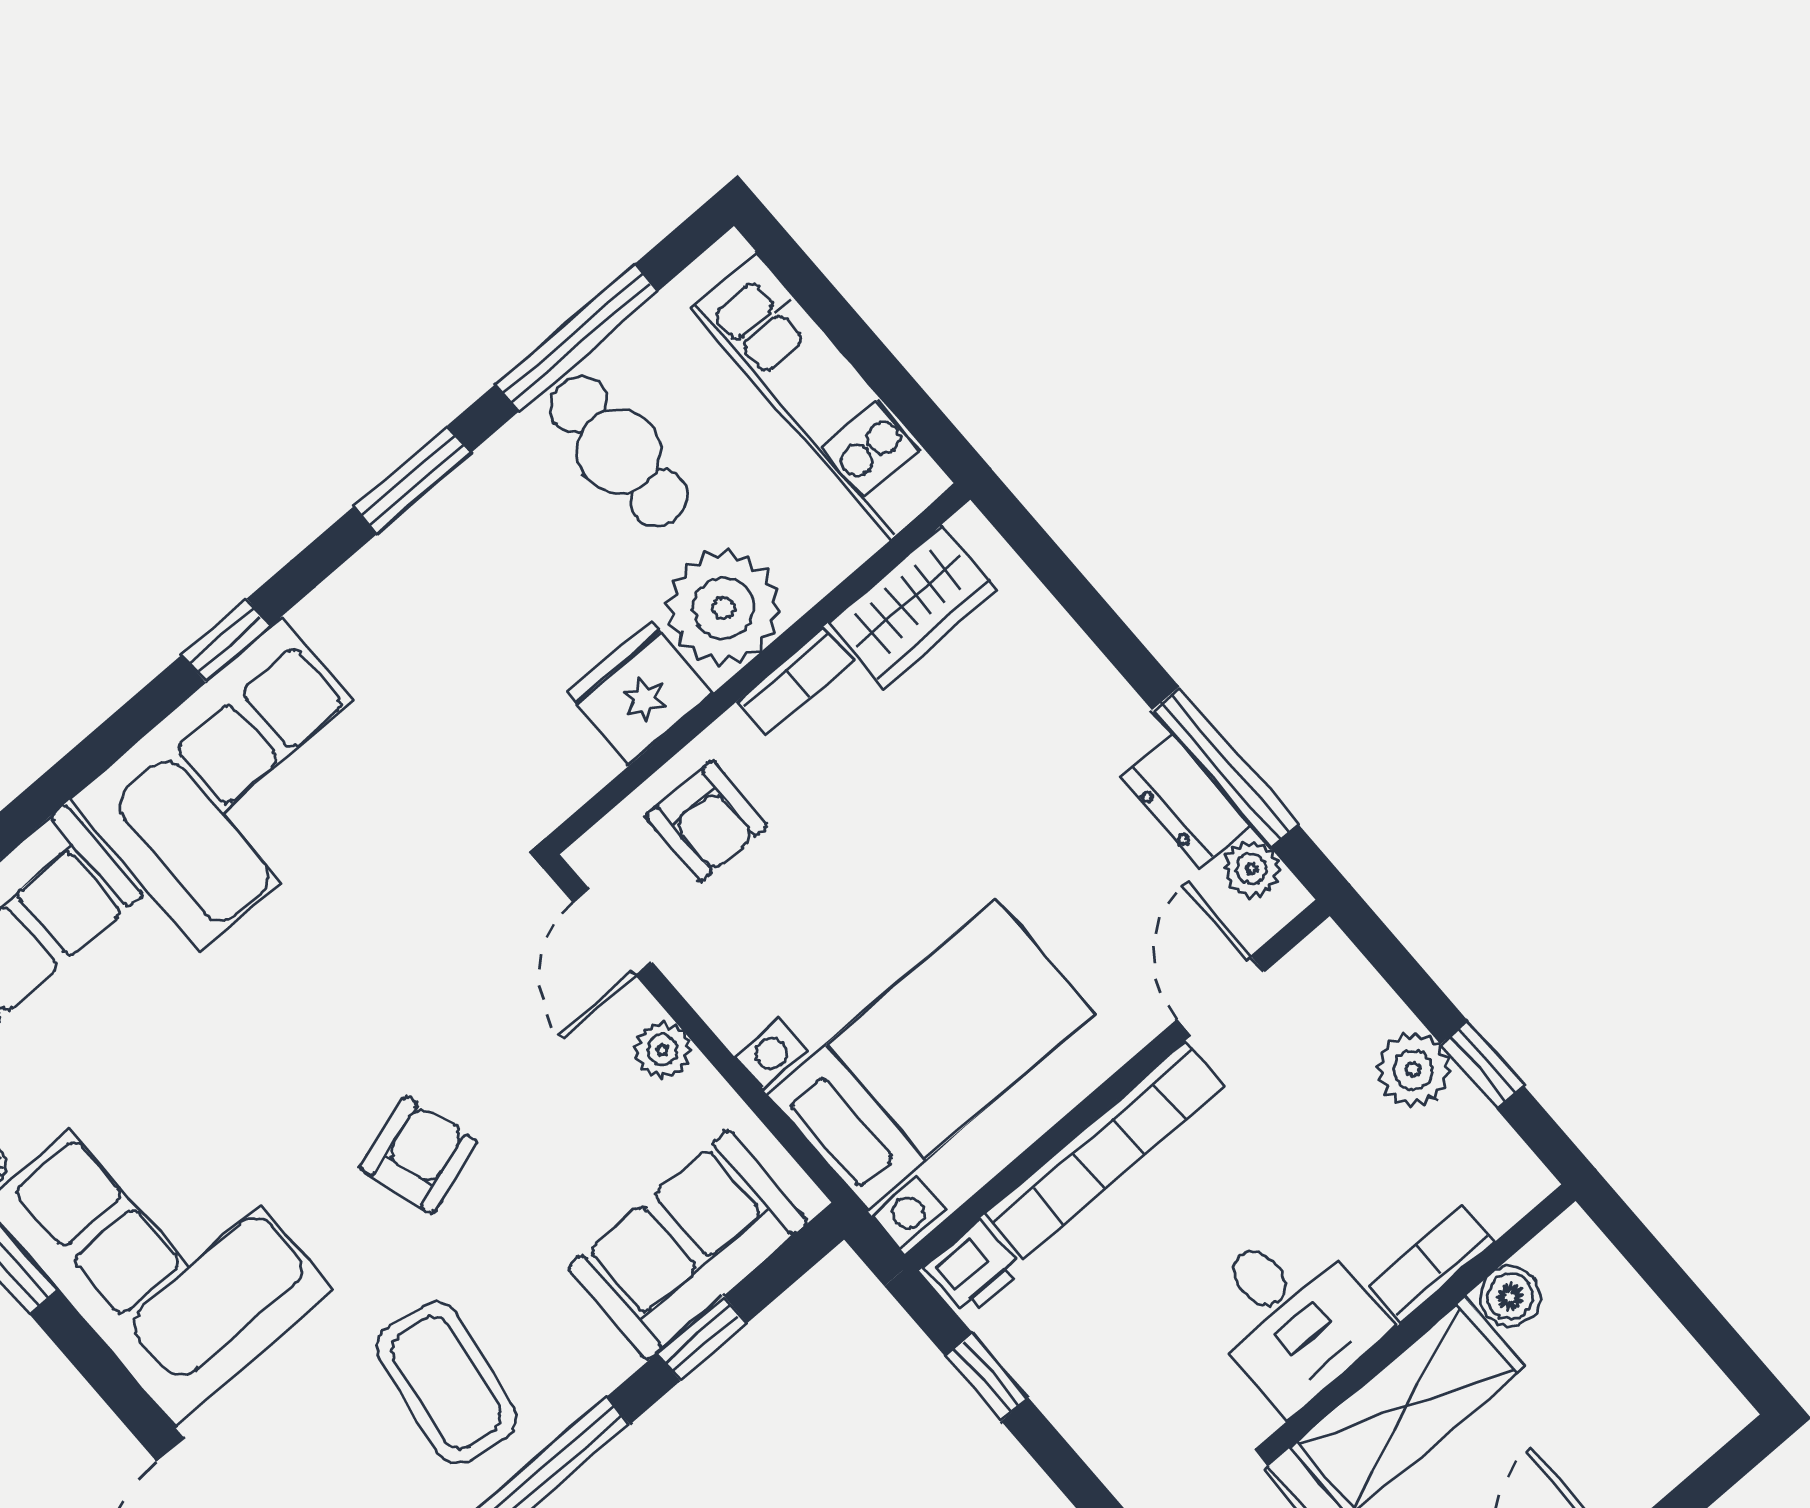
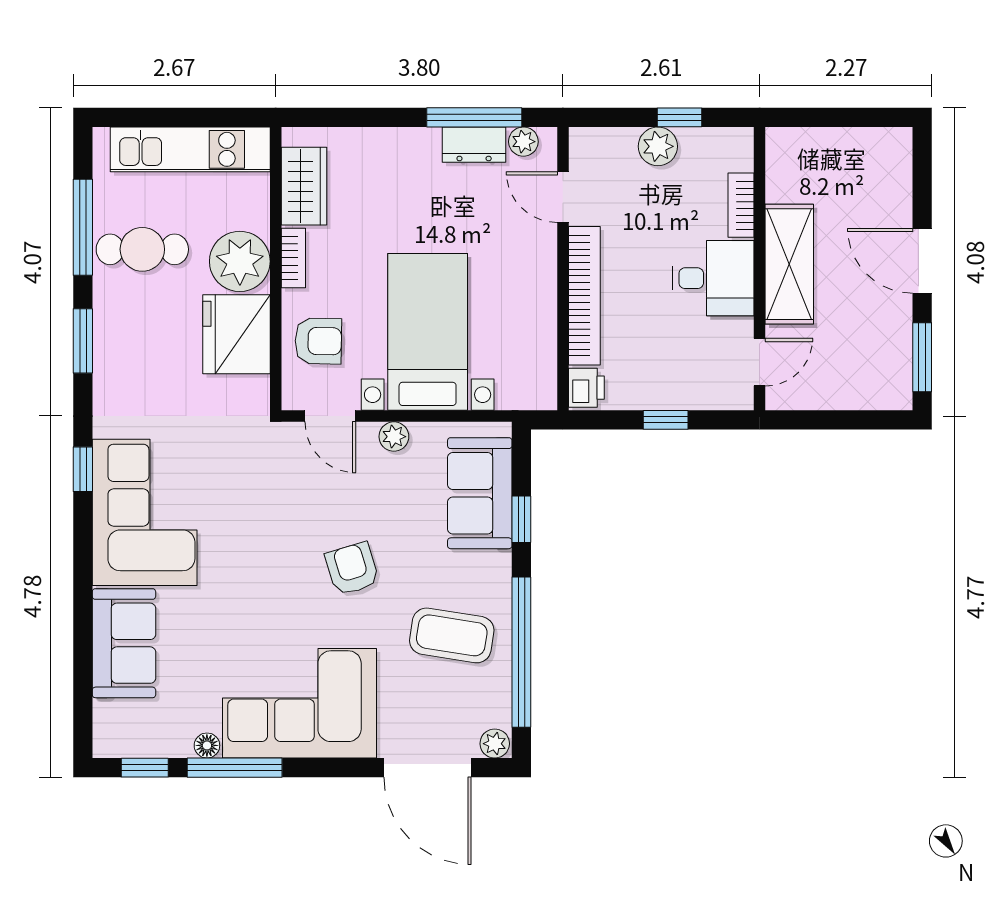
fridge: (640, 693) -> (236, 334), width x1.36, depth x1.34
bed with nightstands: (931, 1055) -> (428, 332), moved
boiler: (1510, 1297) -> (781, 185), removed
window: (987, 1377) -> (666, 420), moved

